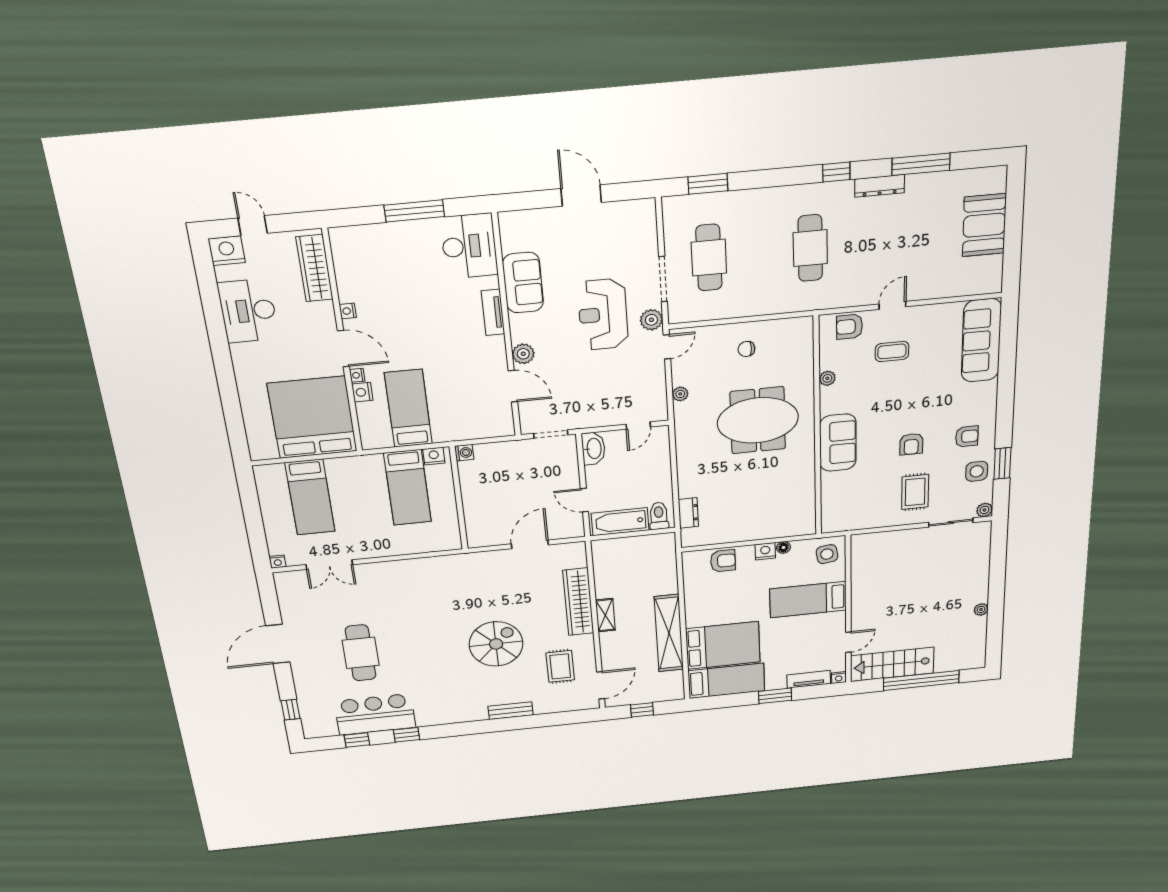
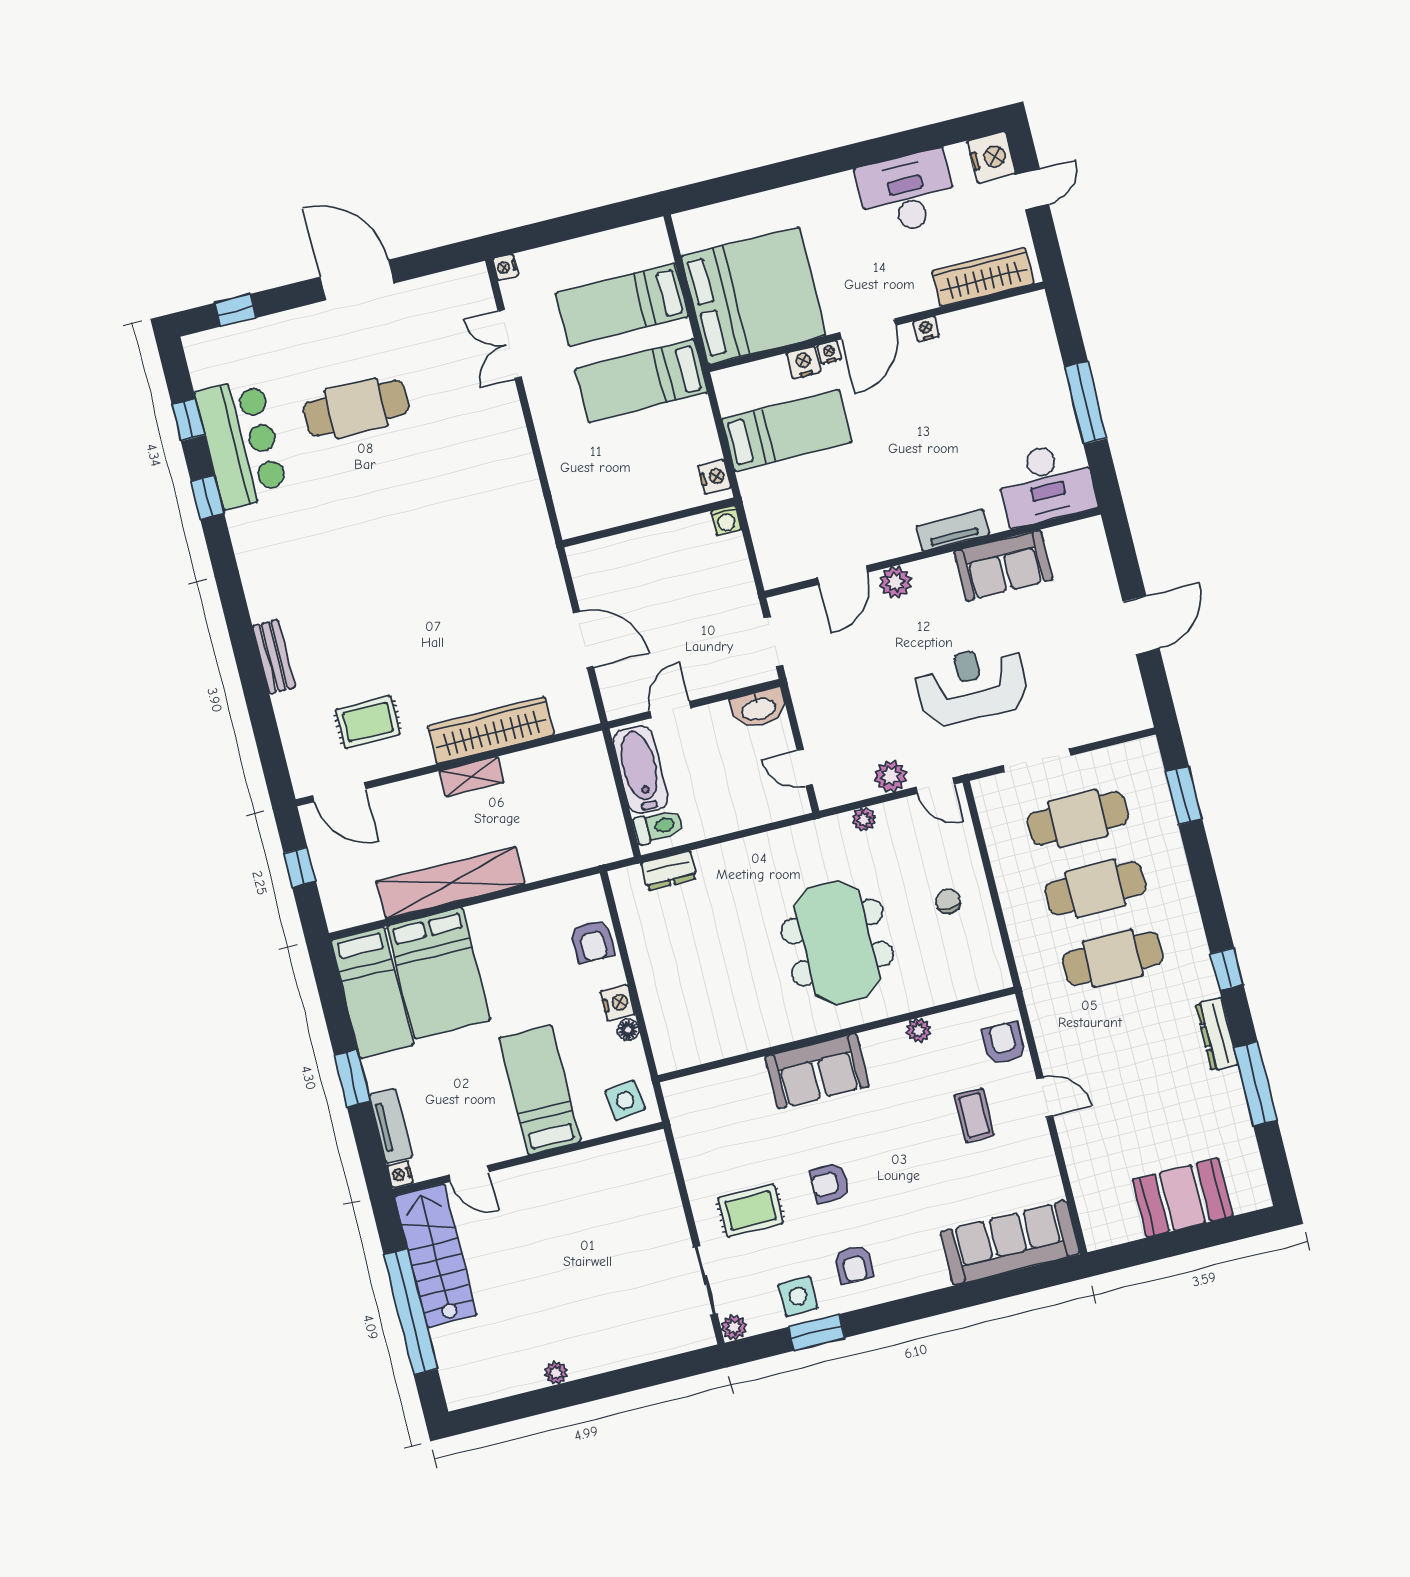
cafe table: (760, 253) -> (1095, 888), added
plant: (651, 320) -> (891, 776), moved
bed: (407, 487) -> (641, 381), moved
spiral stairs: (496, 644) -> (398, 615), removed

